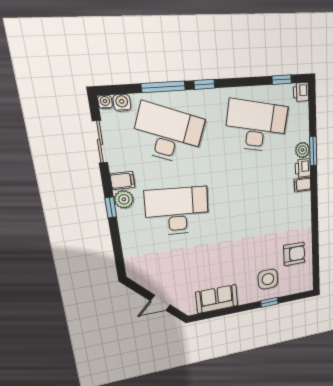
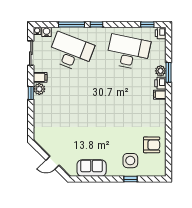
desk: (177, 211) -> (71, 101), removed

